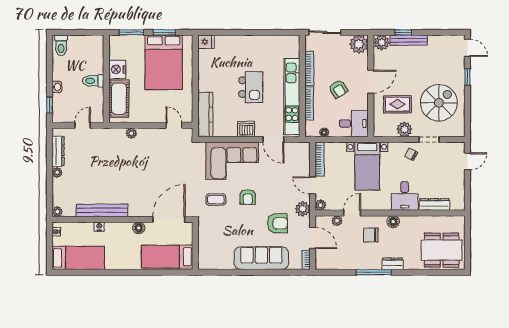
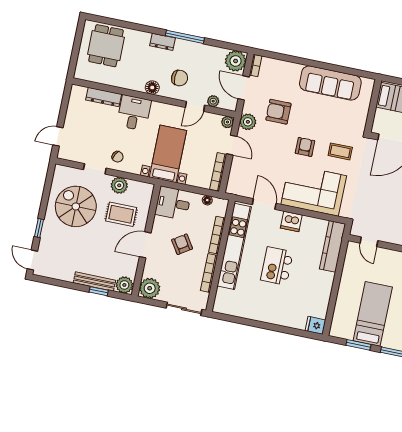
bed: (164, 62) -> (373, 314), width x0.67
spiral stairs: (439, 103) -> (76, 206), turned 90
dining table: (442, 250) -> (106, 46), width x0.73
sofa: (261, 258) -> (330, 83), moved
plant: (325, 260) -> (236, 61), added

